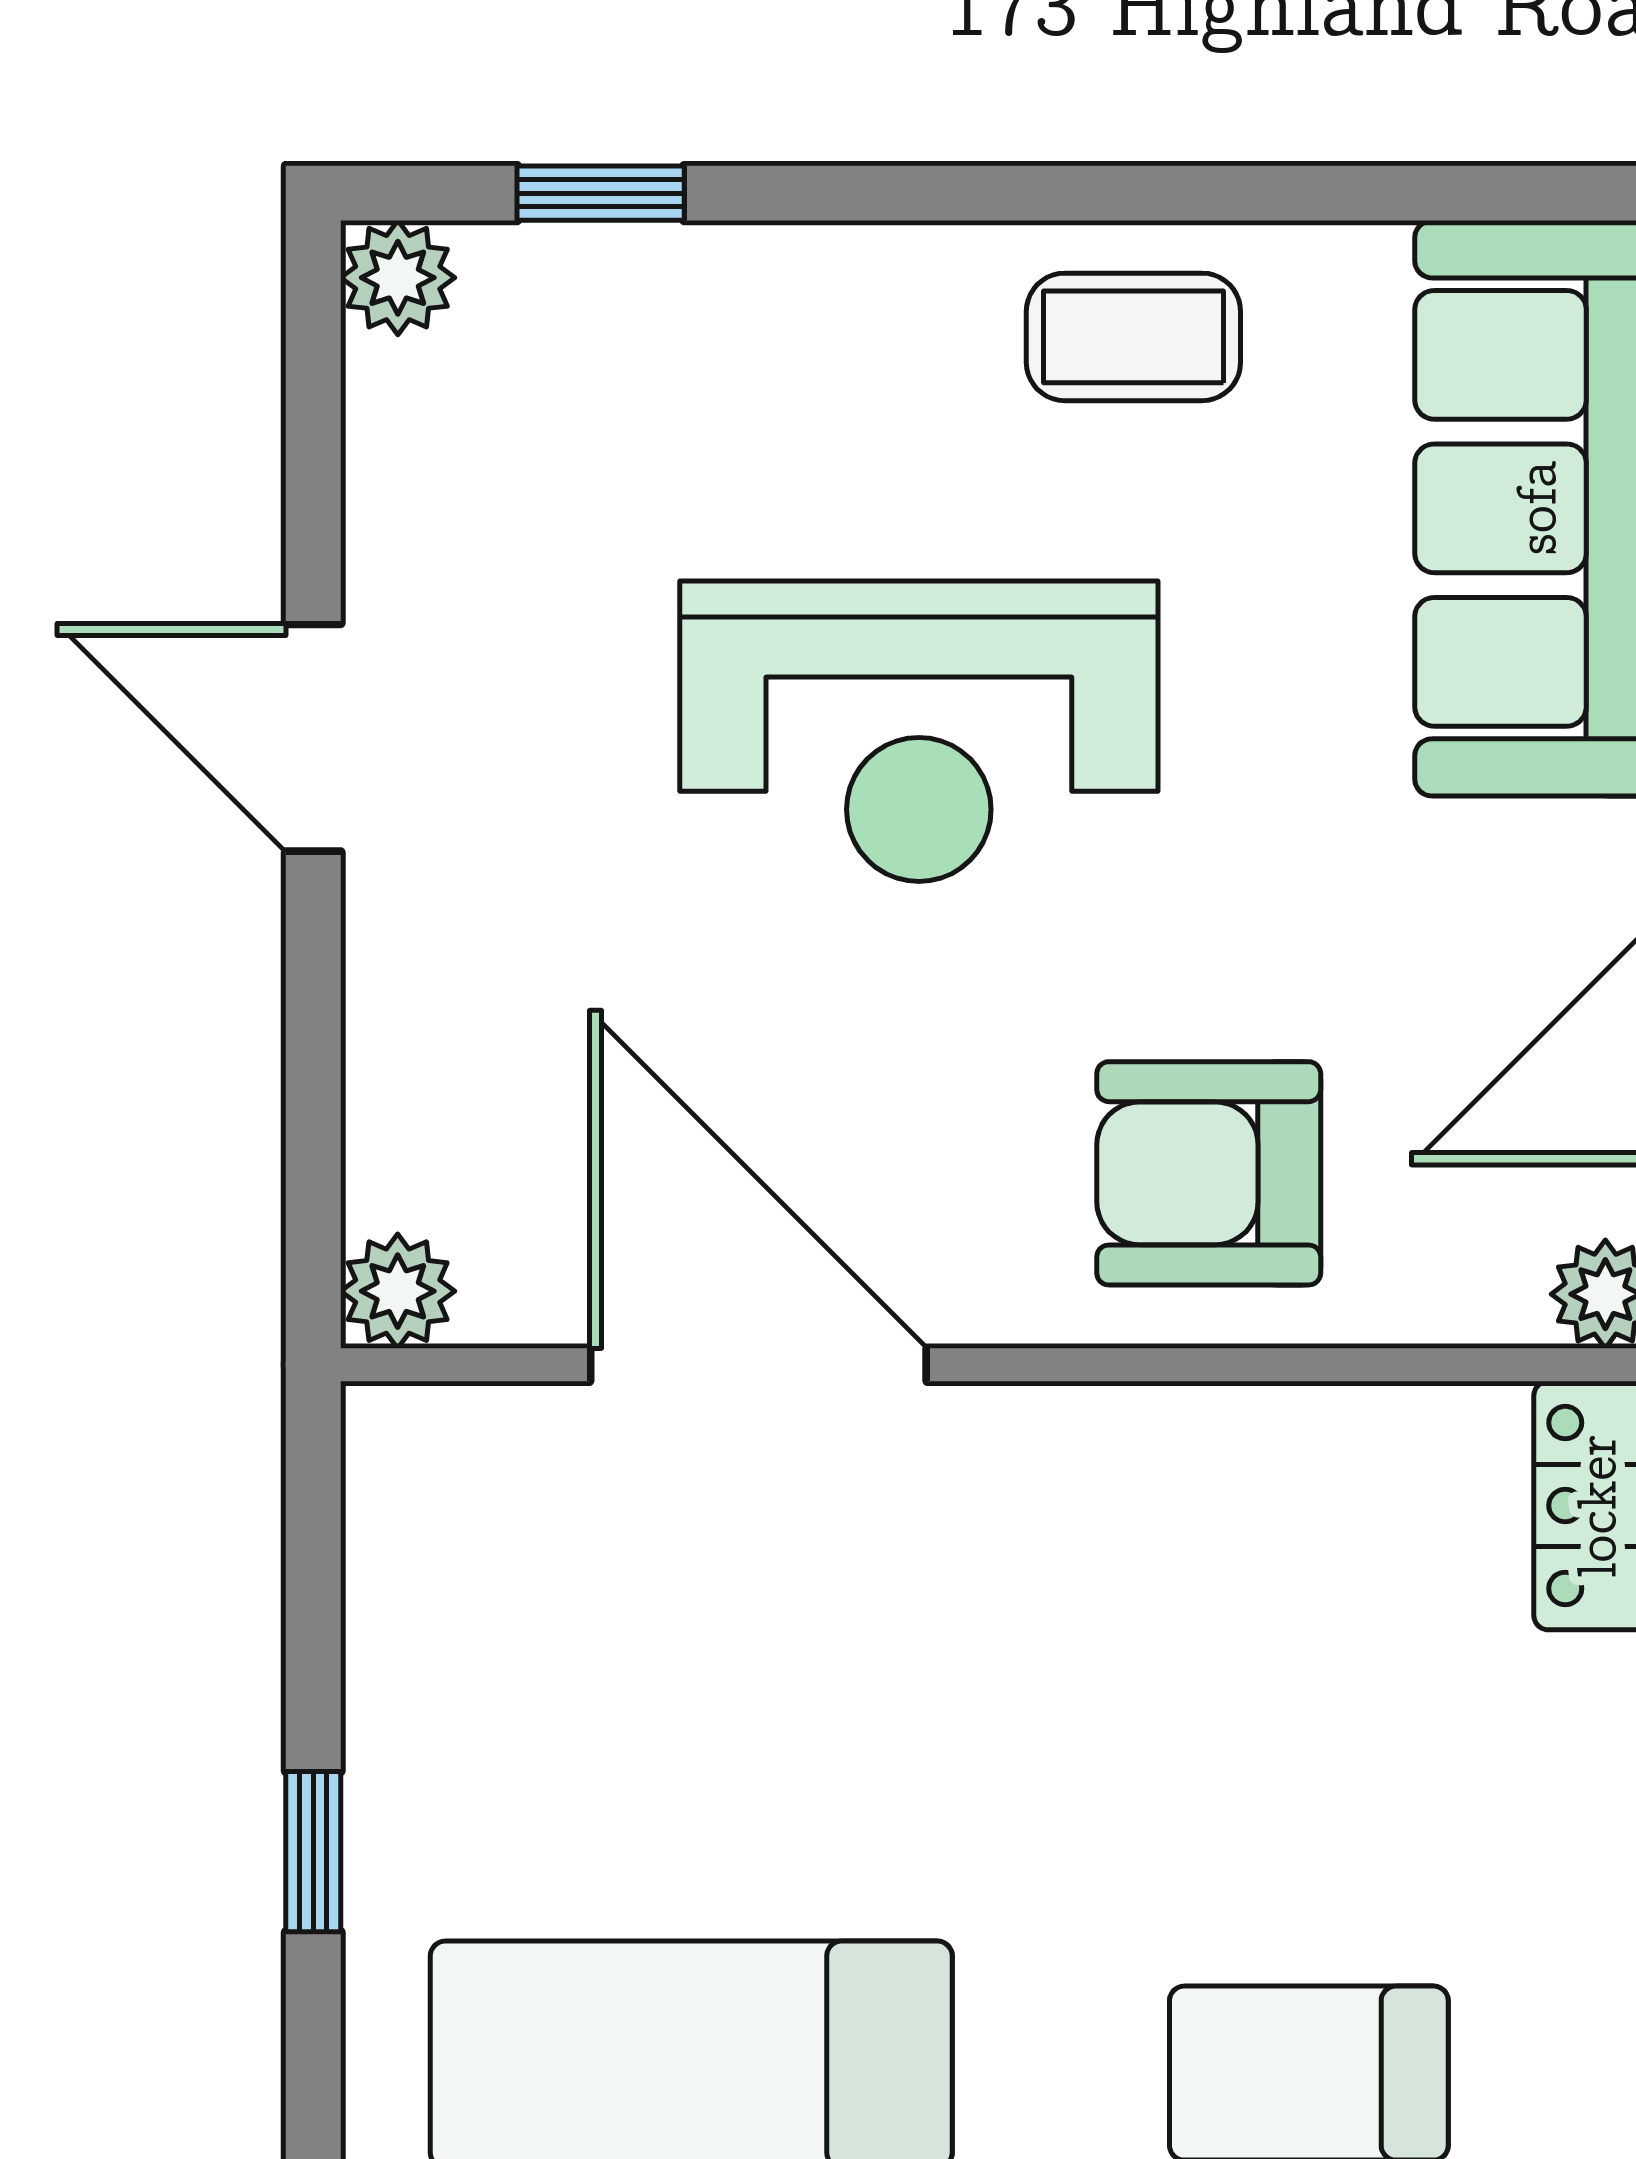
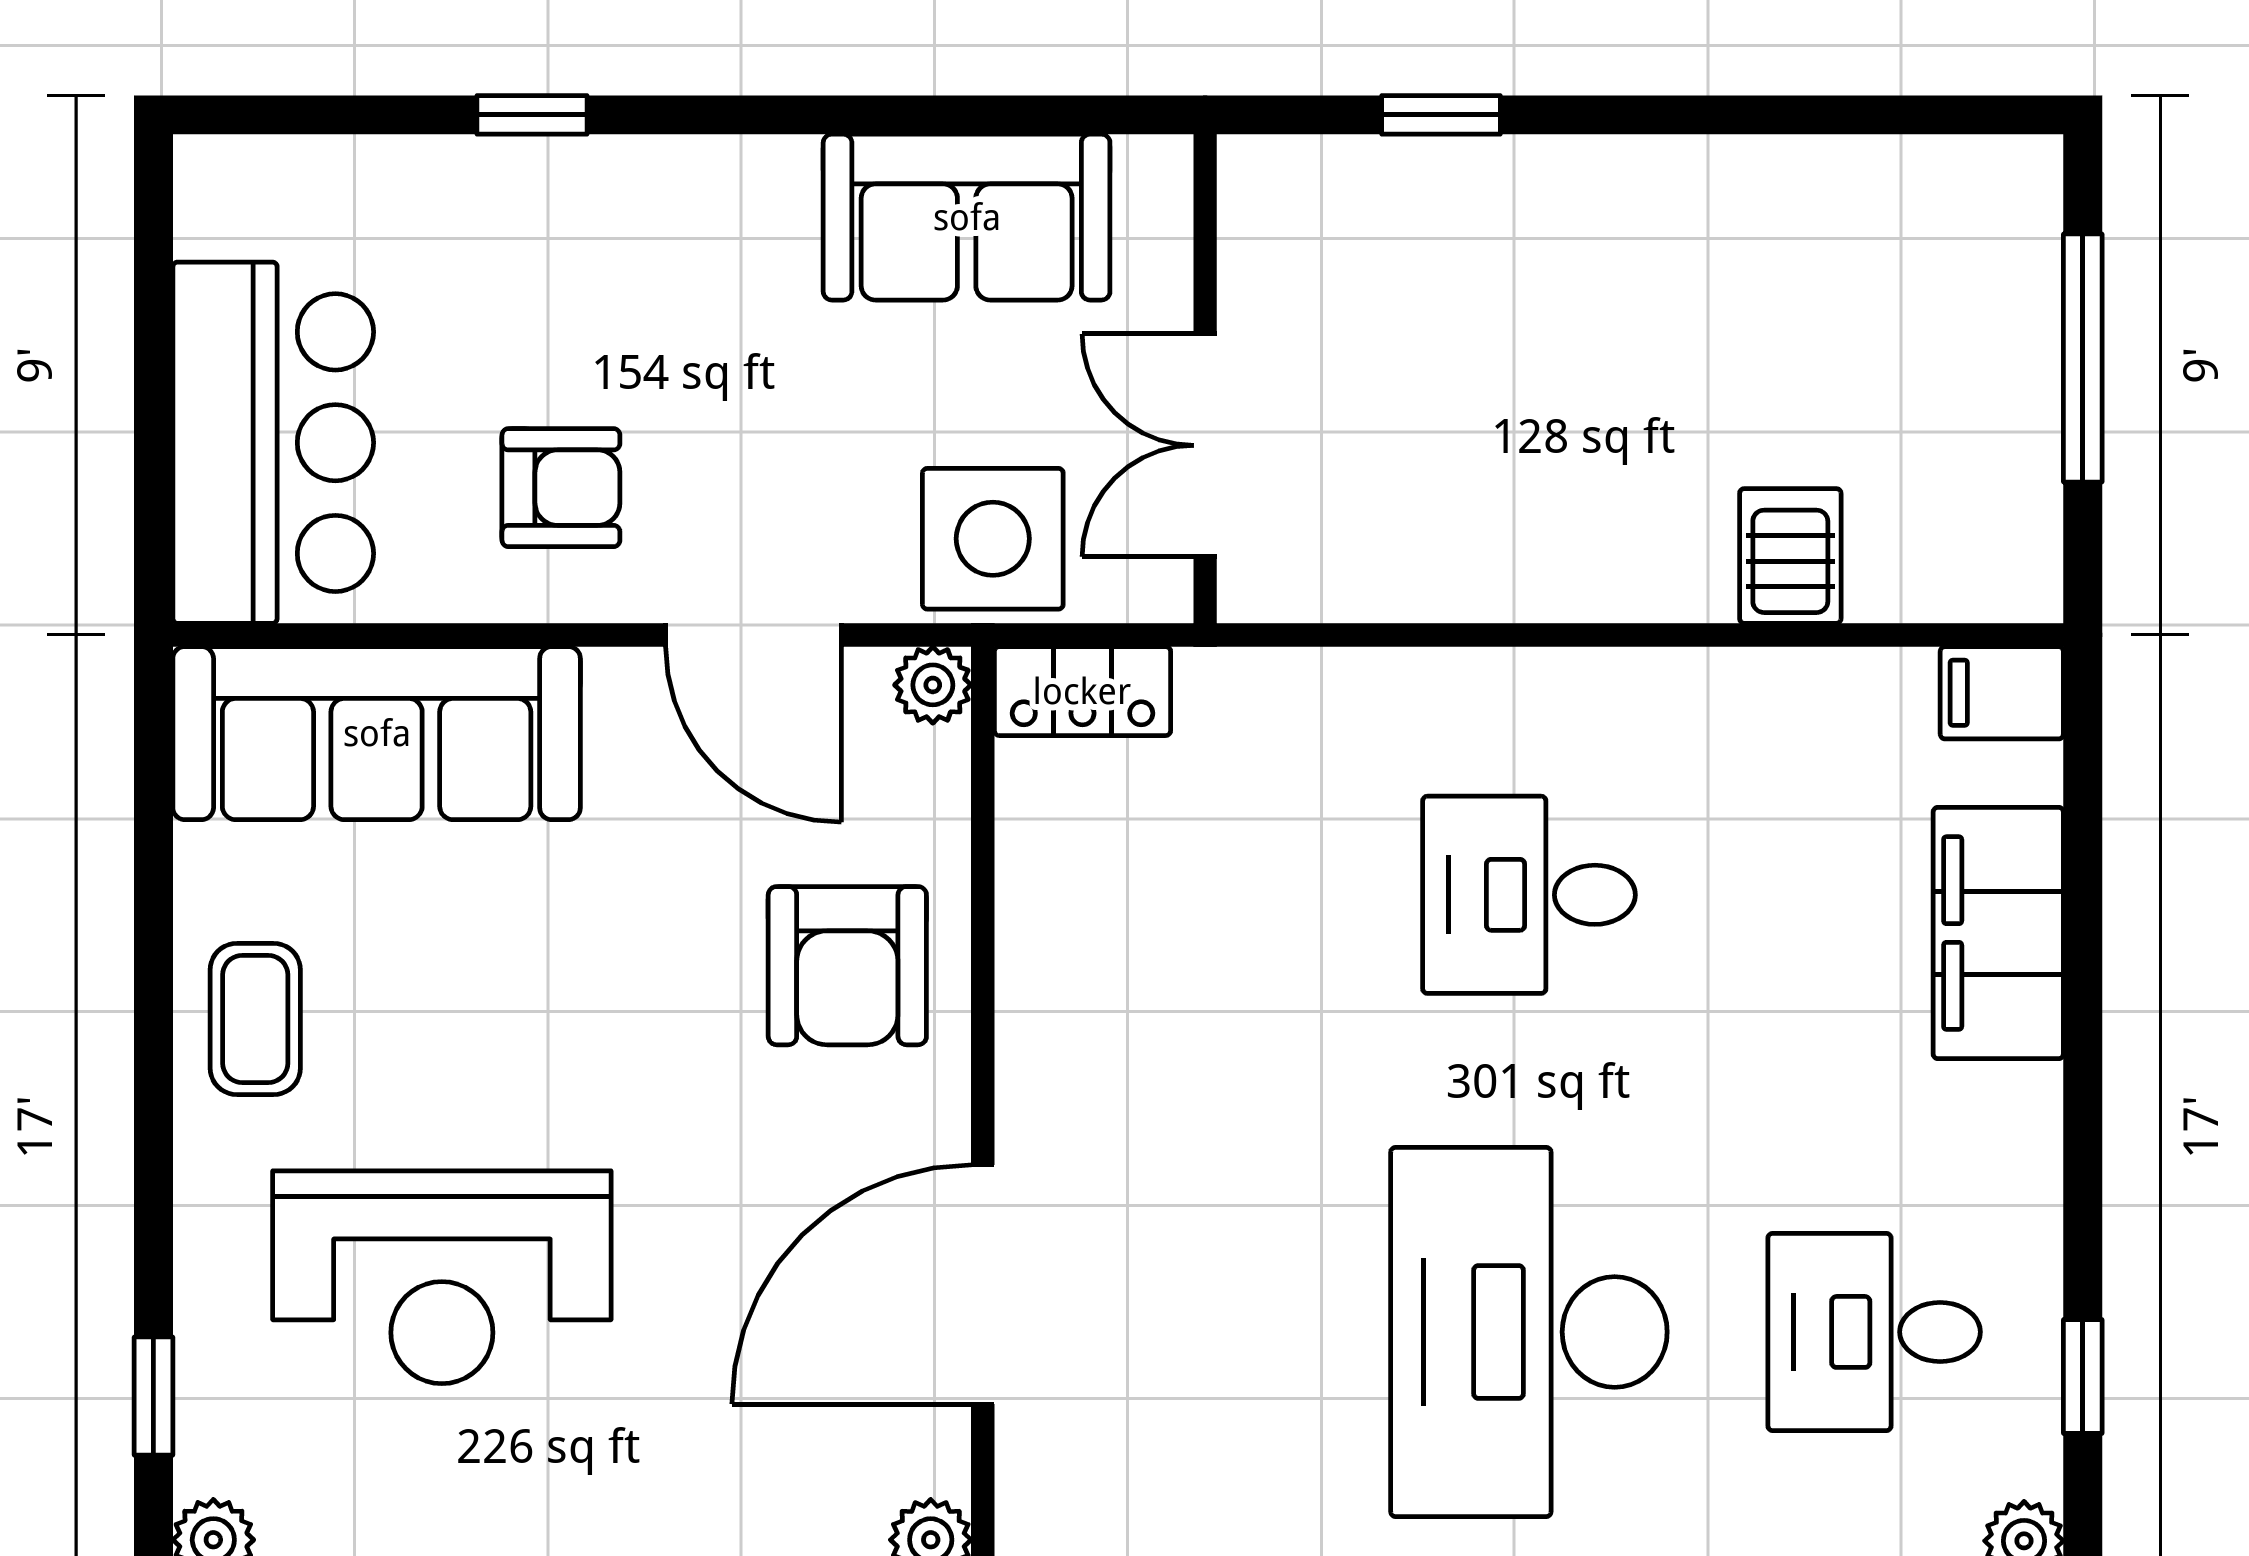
reception desk: (919, 731) -> (442, 1277), moved, turned 90

